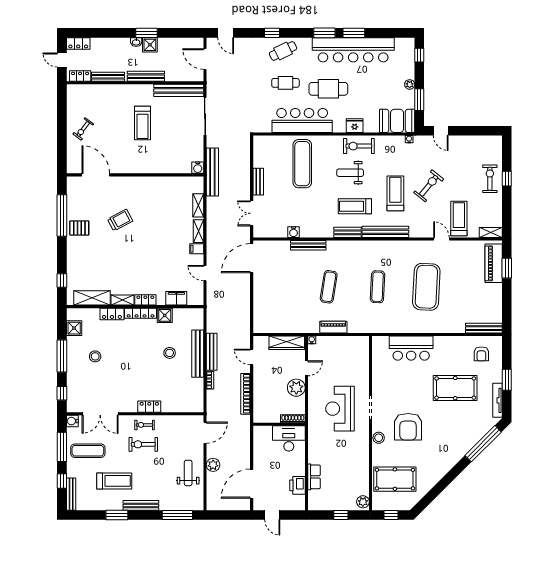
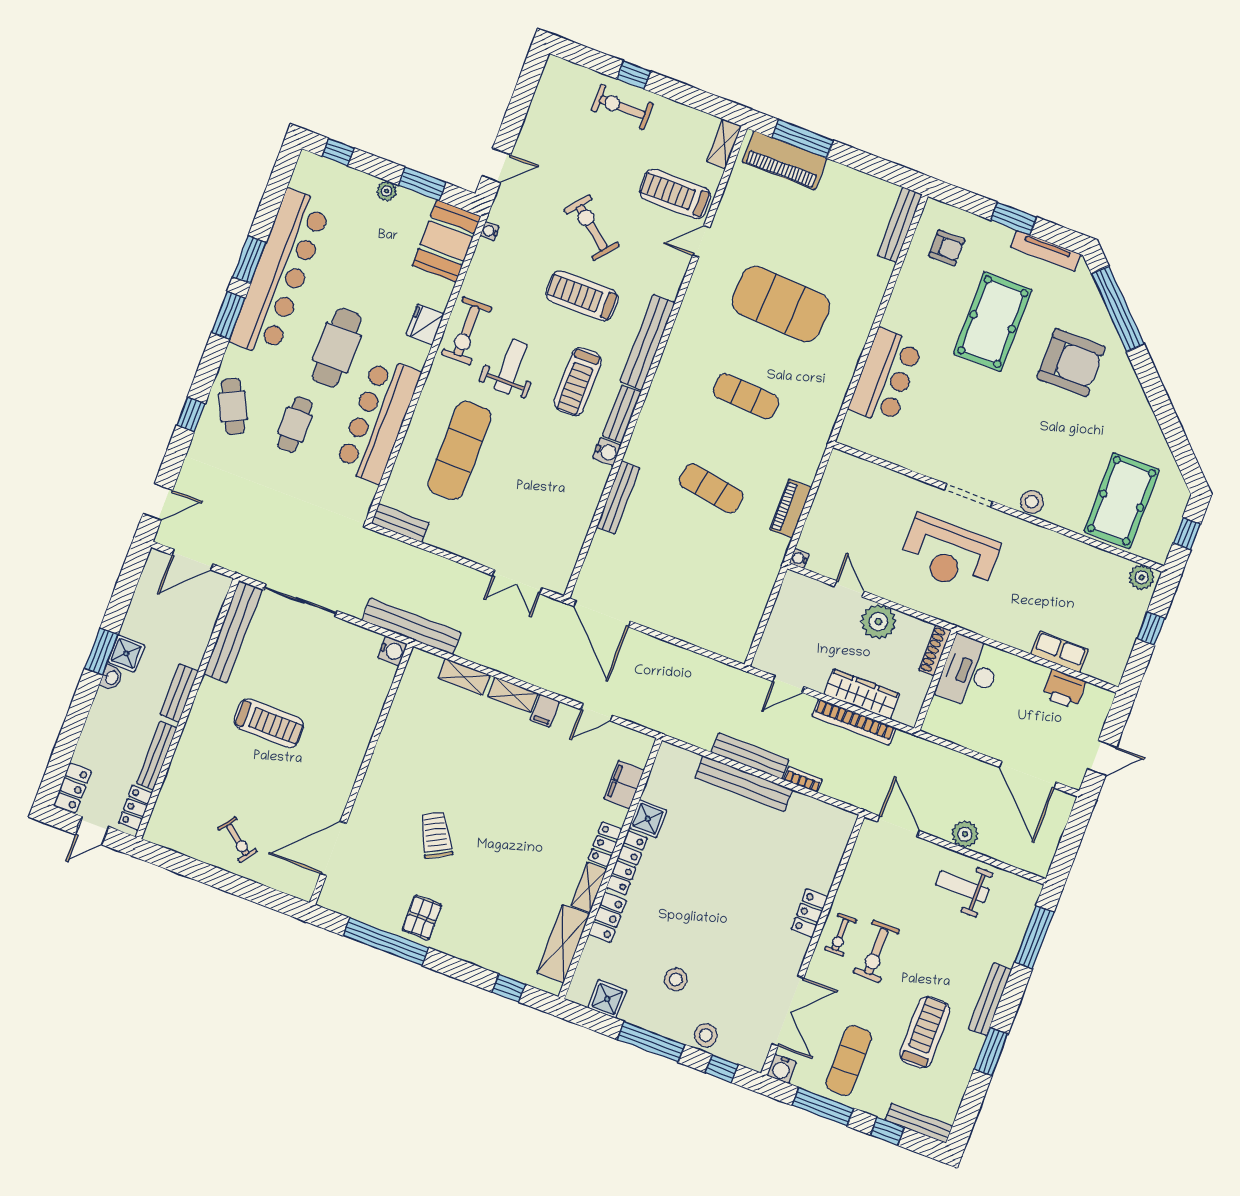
bench: (146, 76) -> (179, 693), width x0.73
exercise mat: (302, 164) -> (460, 451), turned 90
weight bench: (350, 173) -> (511, 367), turned 180
bench: (258, 182) -> (400, 523), moved
water cooler: (294, 232) -> (607, 452), moved
window: (507, 268) -> (803, 139), width x1.44
wardrobe: (287, 343) -> (862, 694), moved, turned -90
stool: (170, 353) -> (706, 1035), moved
armchair: (408, 427) -> (1071, 363), moved

